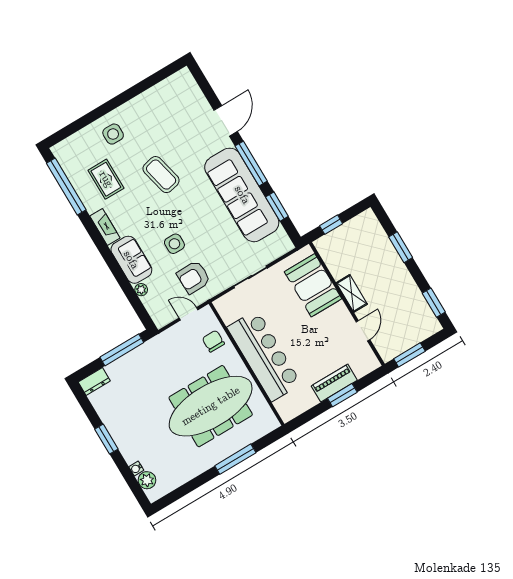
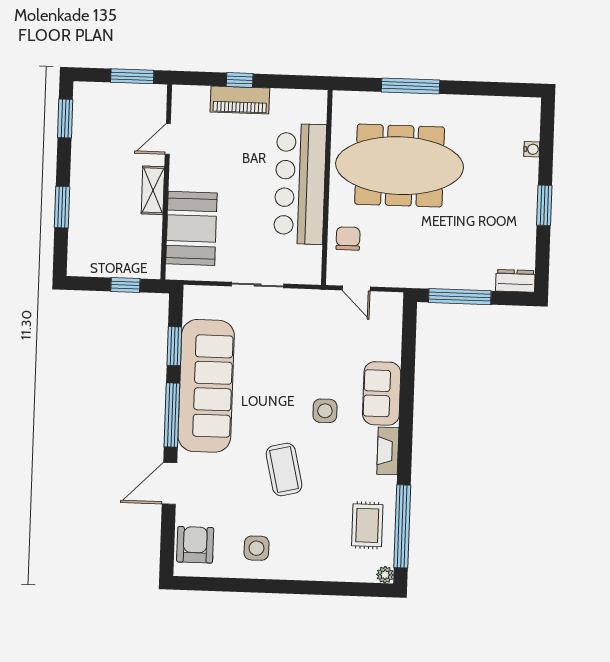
side table: (113, 134) -> (257, 548), moved
rug: (106, 179) -> (367, 525), moved
side table: (174, 244) -> (325, 411), moved
armchair: (194, 277) -> (195, 545), moved, turned -89
plant: (141, 290) -> (385, 575), moved
chair: (213, 341) -> (348, 239), turned 180
window: (342, 395) -> (240, 80), width x0.67
plant: (147, 480) -> (528, 128), removed

